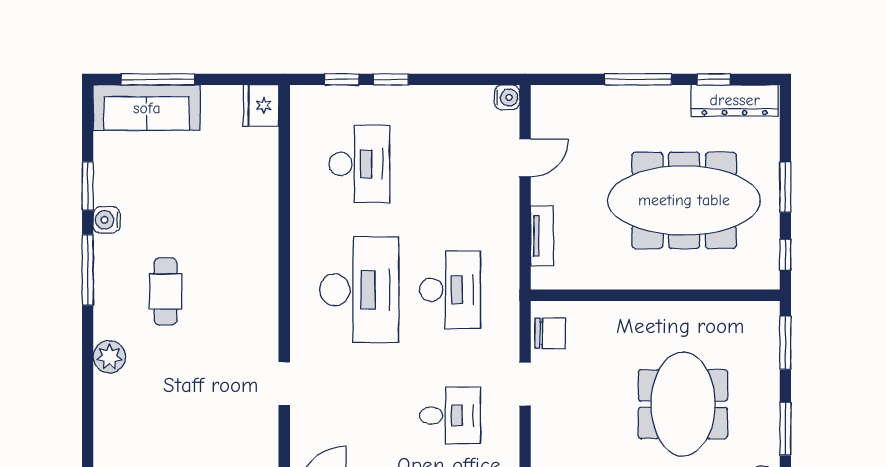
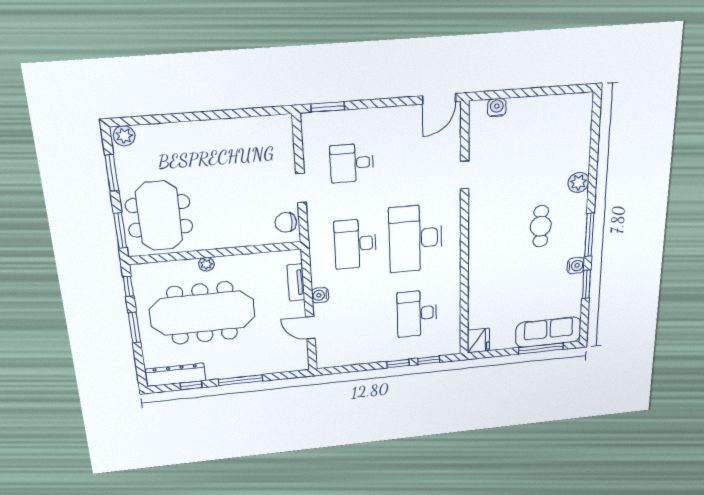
water cooler: (507, 97) -> (320, 295), moved
door: (525, 158) -> (310, 328), hinge flipped
plant: (670, 279) -> (206, 264), added
meeting table: (683, 404) -> (159, 216), moved

